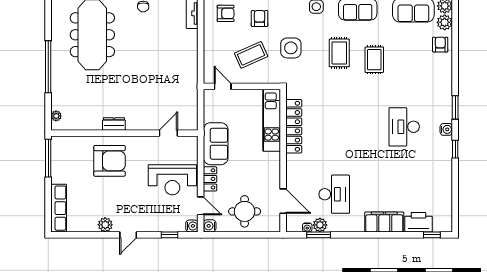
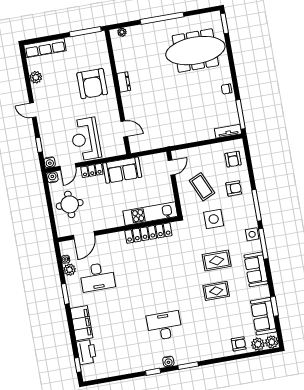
plant: (105, 225) -> (36, 77), moved
window: (319, 235) -> (65, 294), moved

